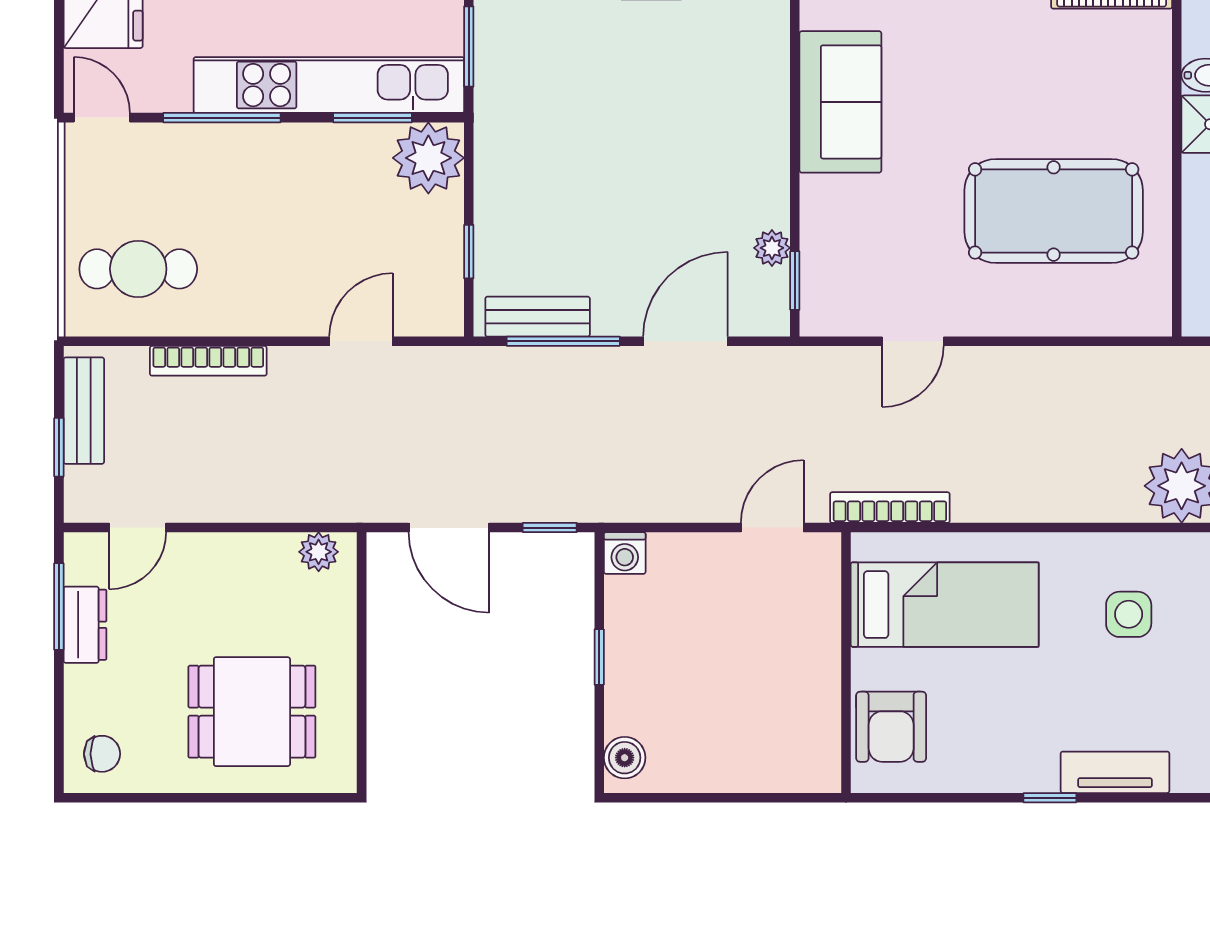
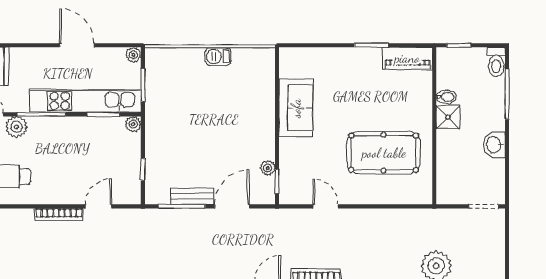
plant: (162, 148) -> (17, 127), added
plant: (428, 158) -> (133, 124), width x0.53, depth x0.53
bench: (538, 317) -> (192, 196), moved
door: (913, 341) -> (326, 206), swing flipped
bookcase: (208, 361) -> (59, 214), moved

